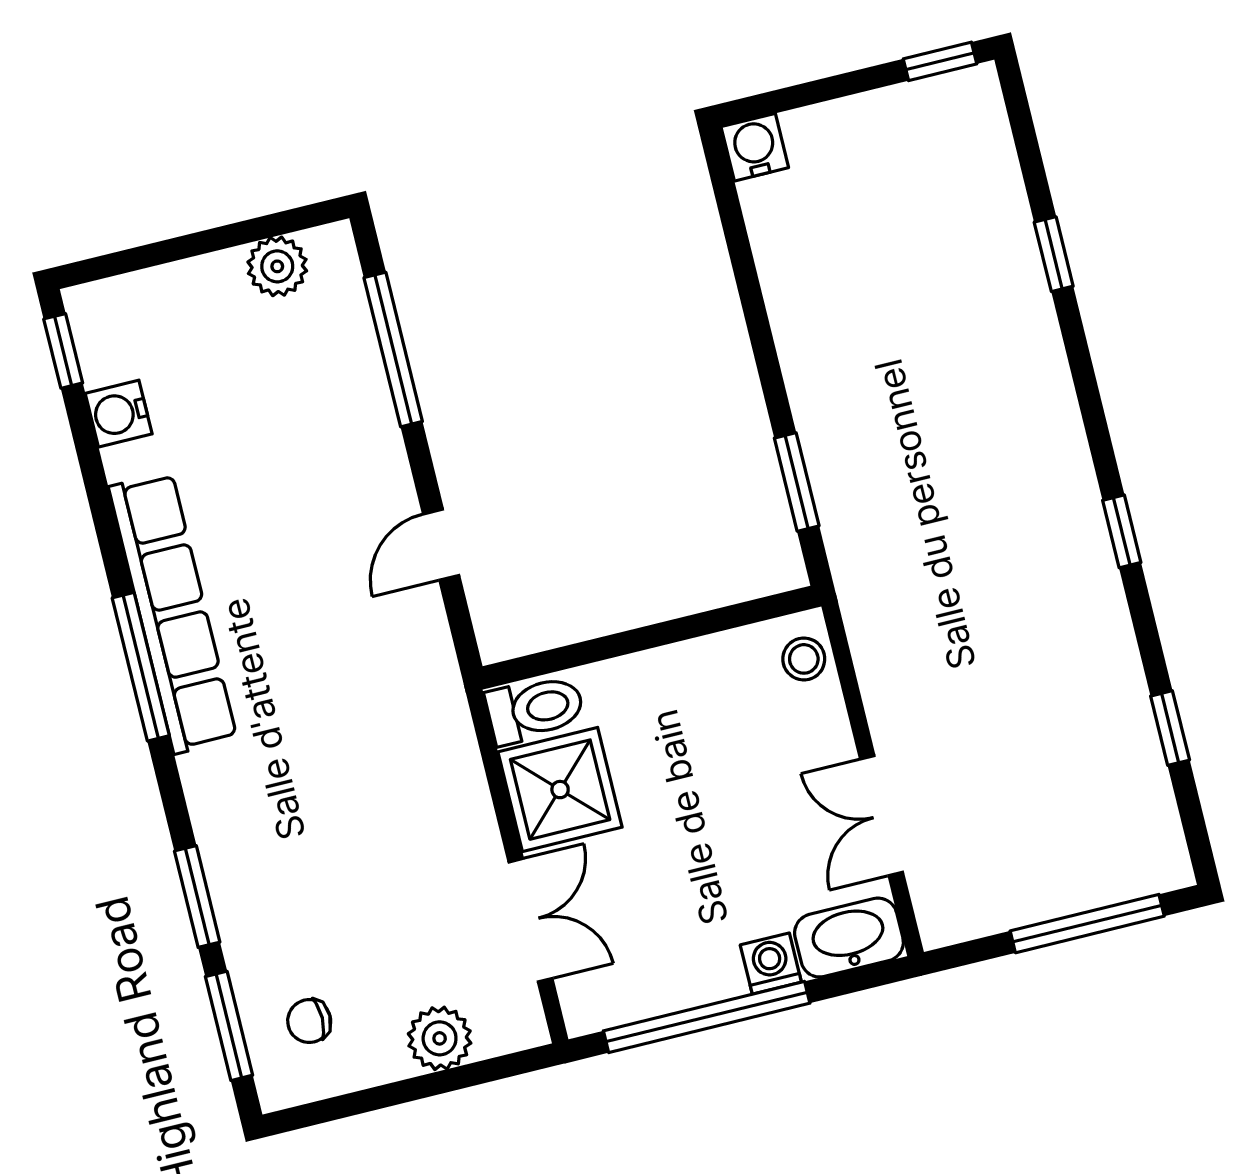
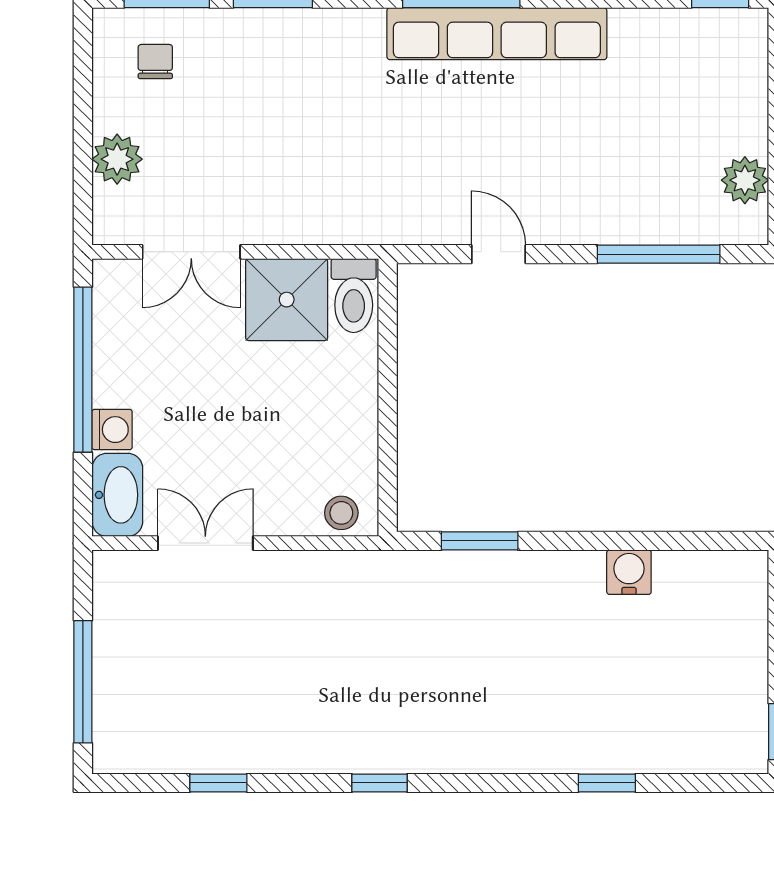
water cooler: (755, 147) -> (629, 572), moved, turned -90
water cooler: (119, 414) -> (661, 30), removed

